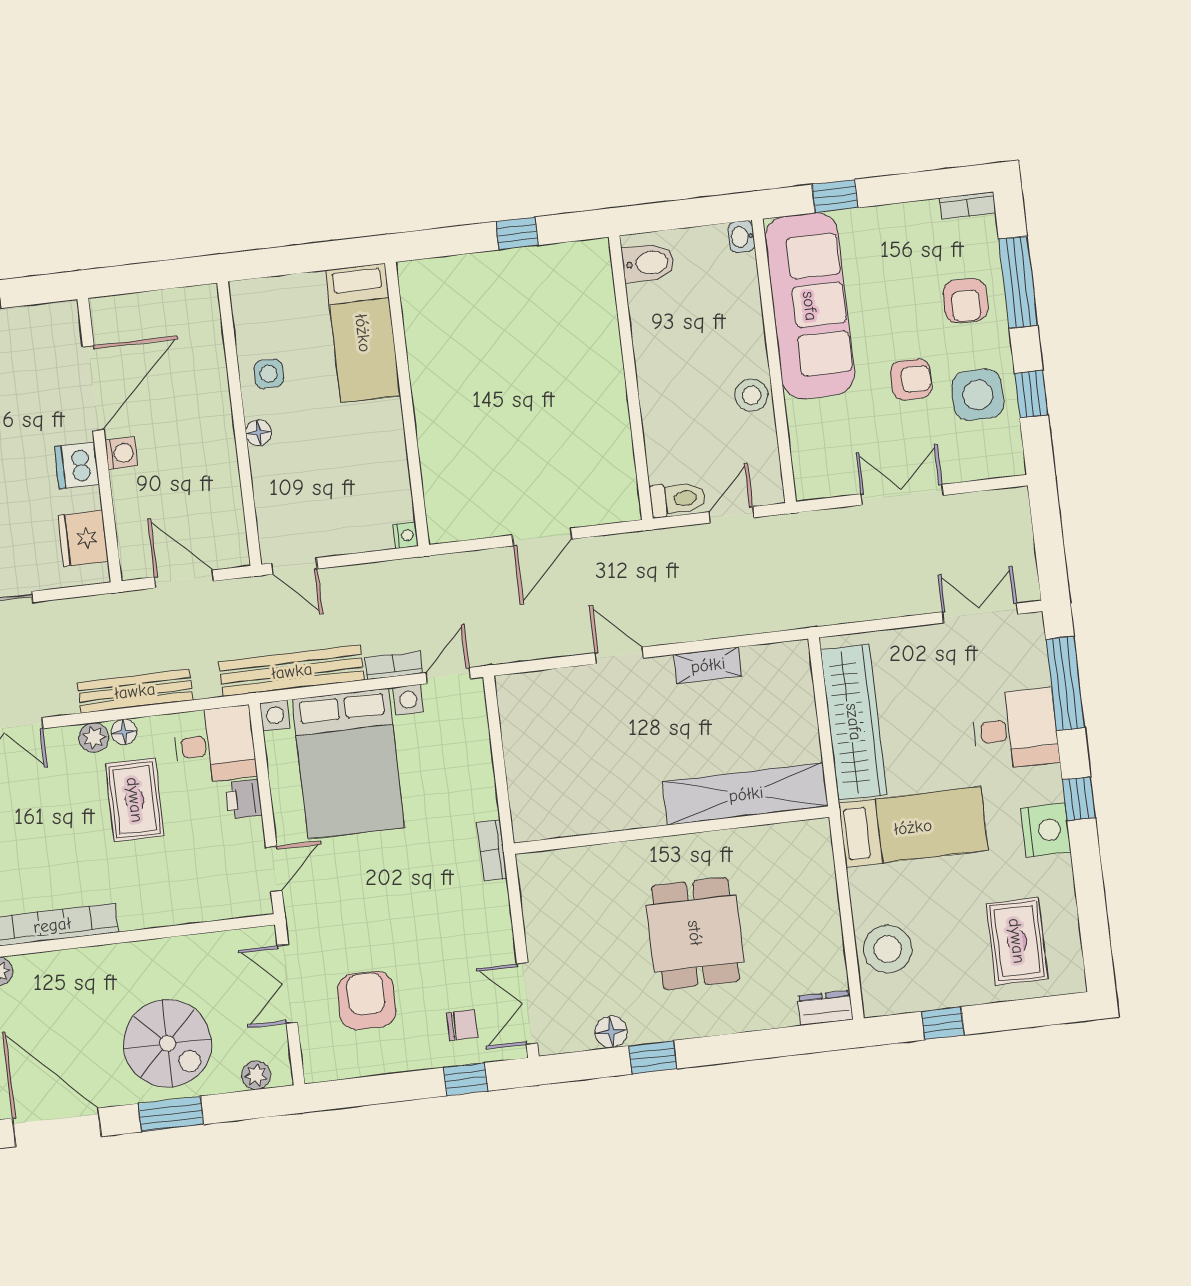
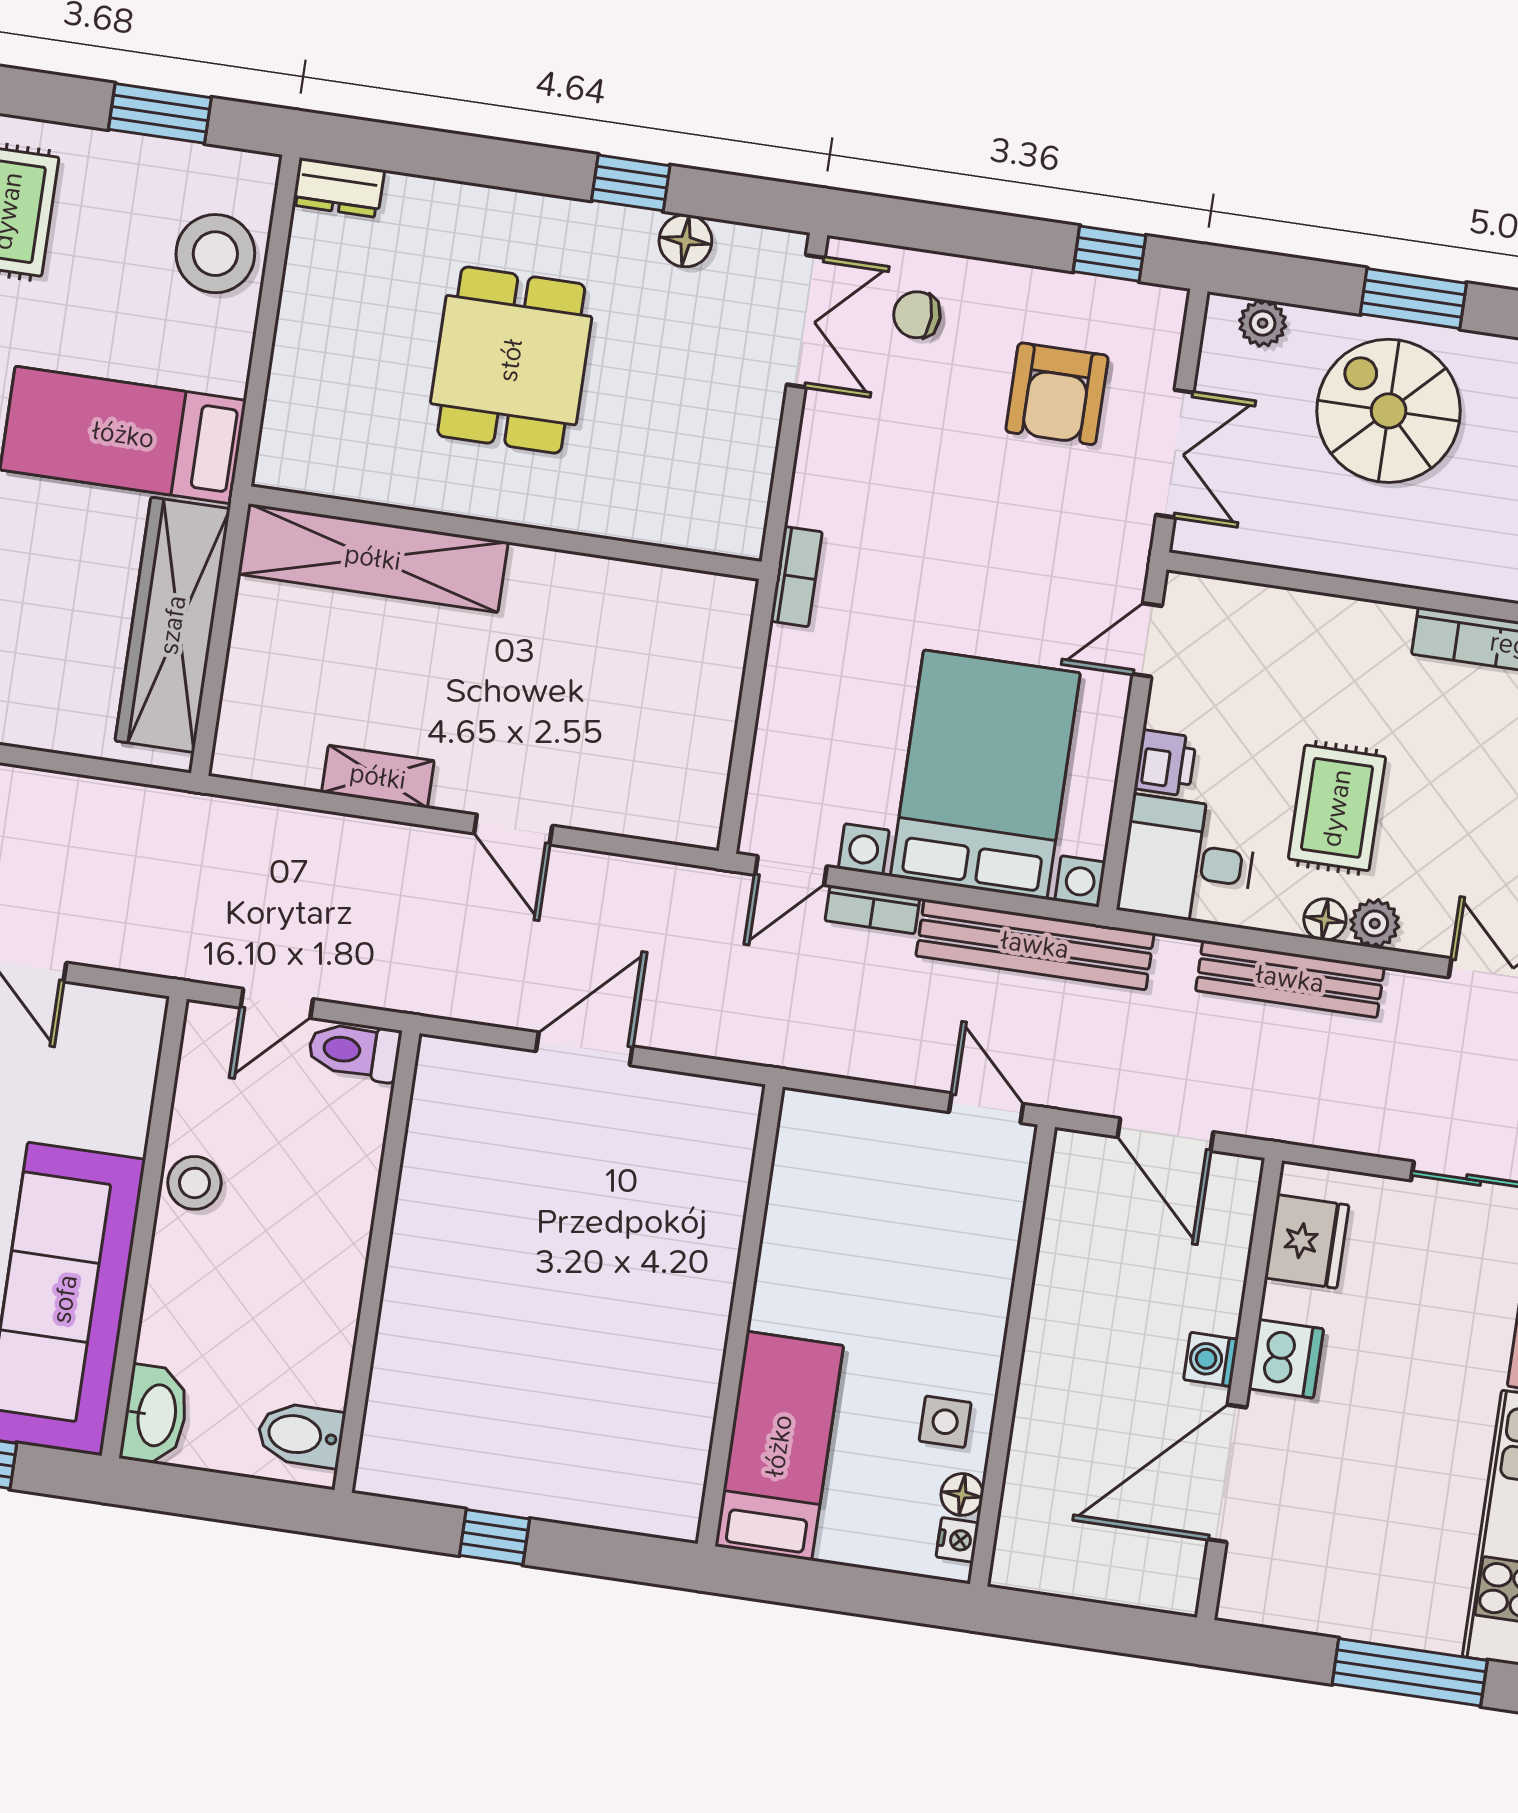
washbasin: (742, 237) -> (155, 1415), width x1.91, depth x1.45
floor lamp: (259, 433) -> (962, 1494), moved
nightstand: (405, 535) -> (958, 1540), moved, turned 180
window: (943, 1023) -> (160, 113), width x1.50
window: (466, 1079) -> (1109, 254), moved

